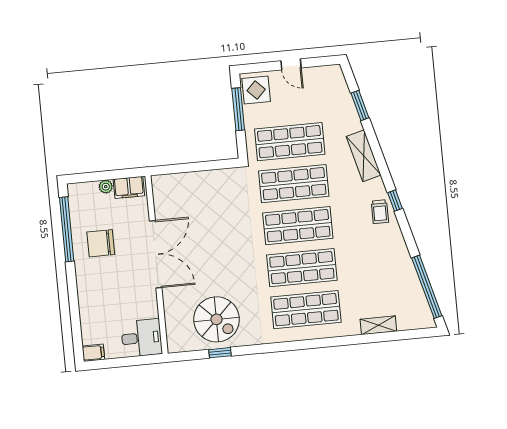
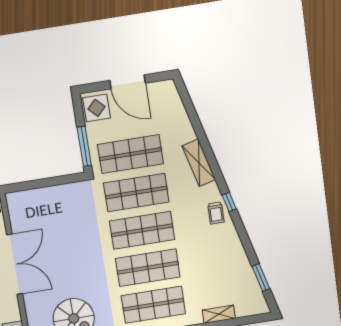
door: (291, 64) -> (128, 82), width x1.87
window: (360, 105) -> (193, 116), removed
window: (238, 109) -> (84, 146), moved
window: (427, 287) -> (261, 278), width x0.47

